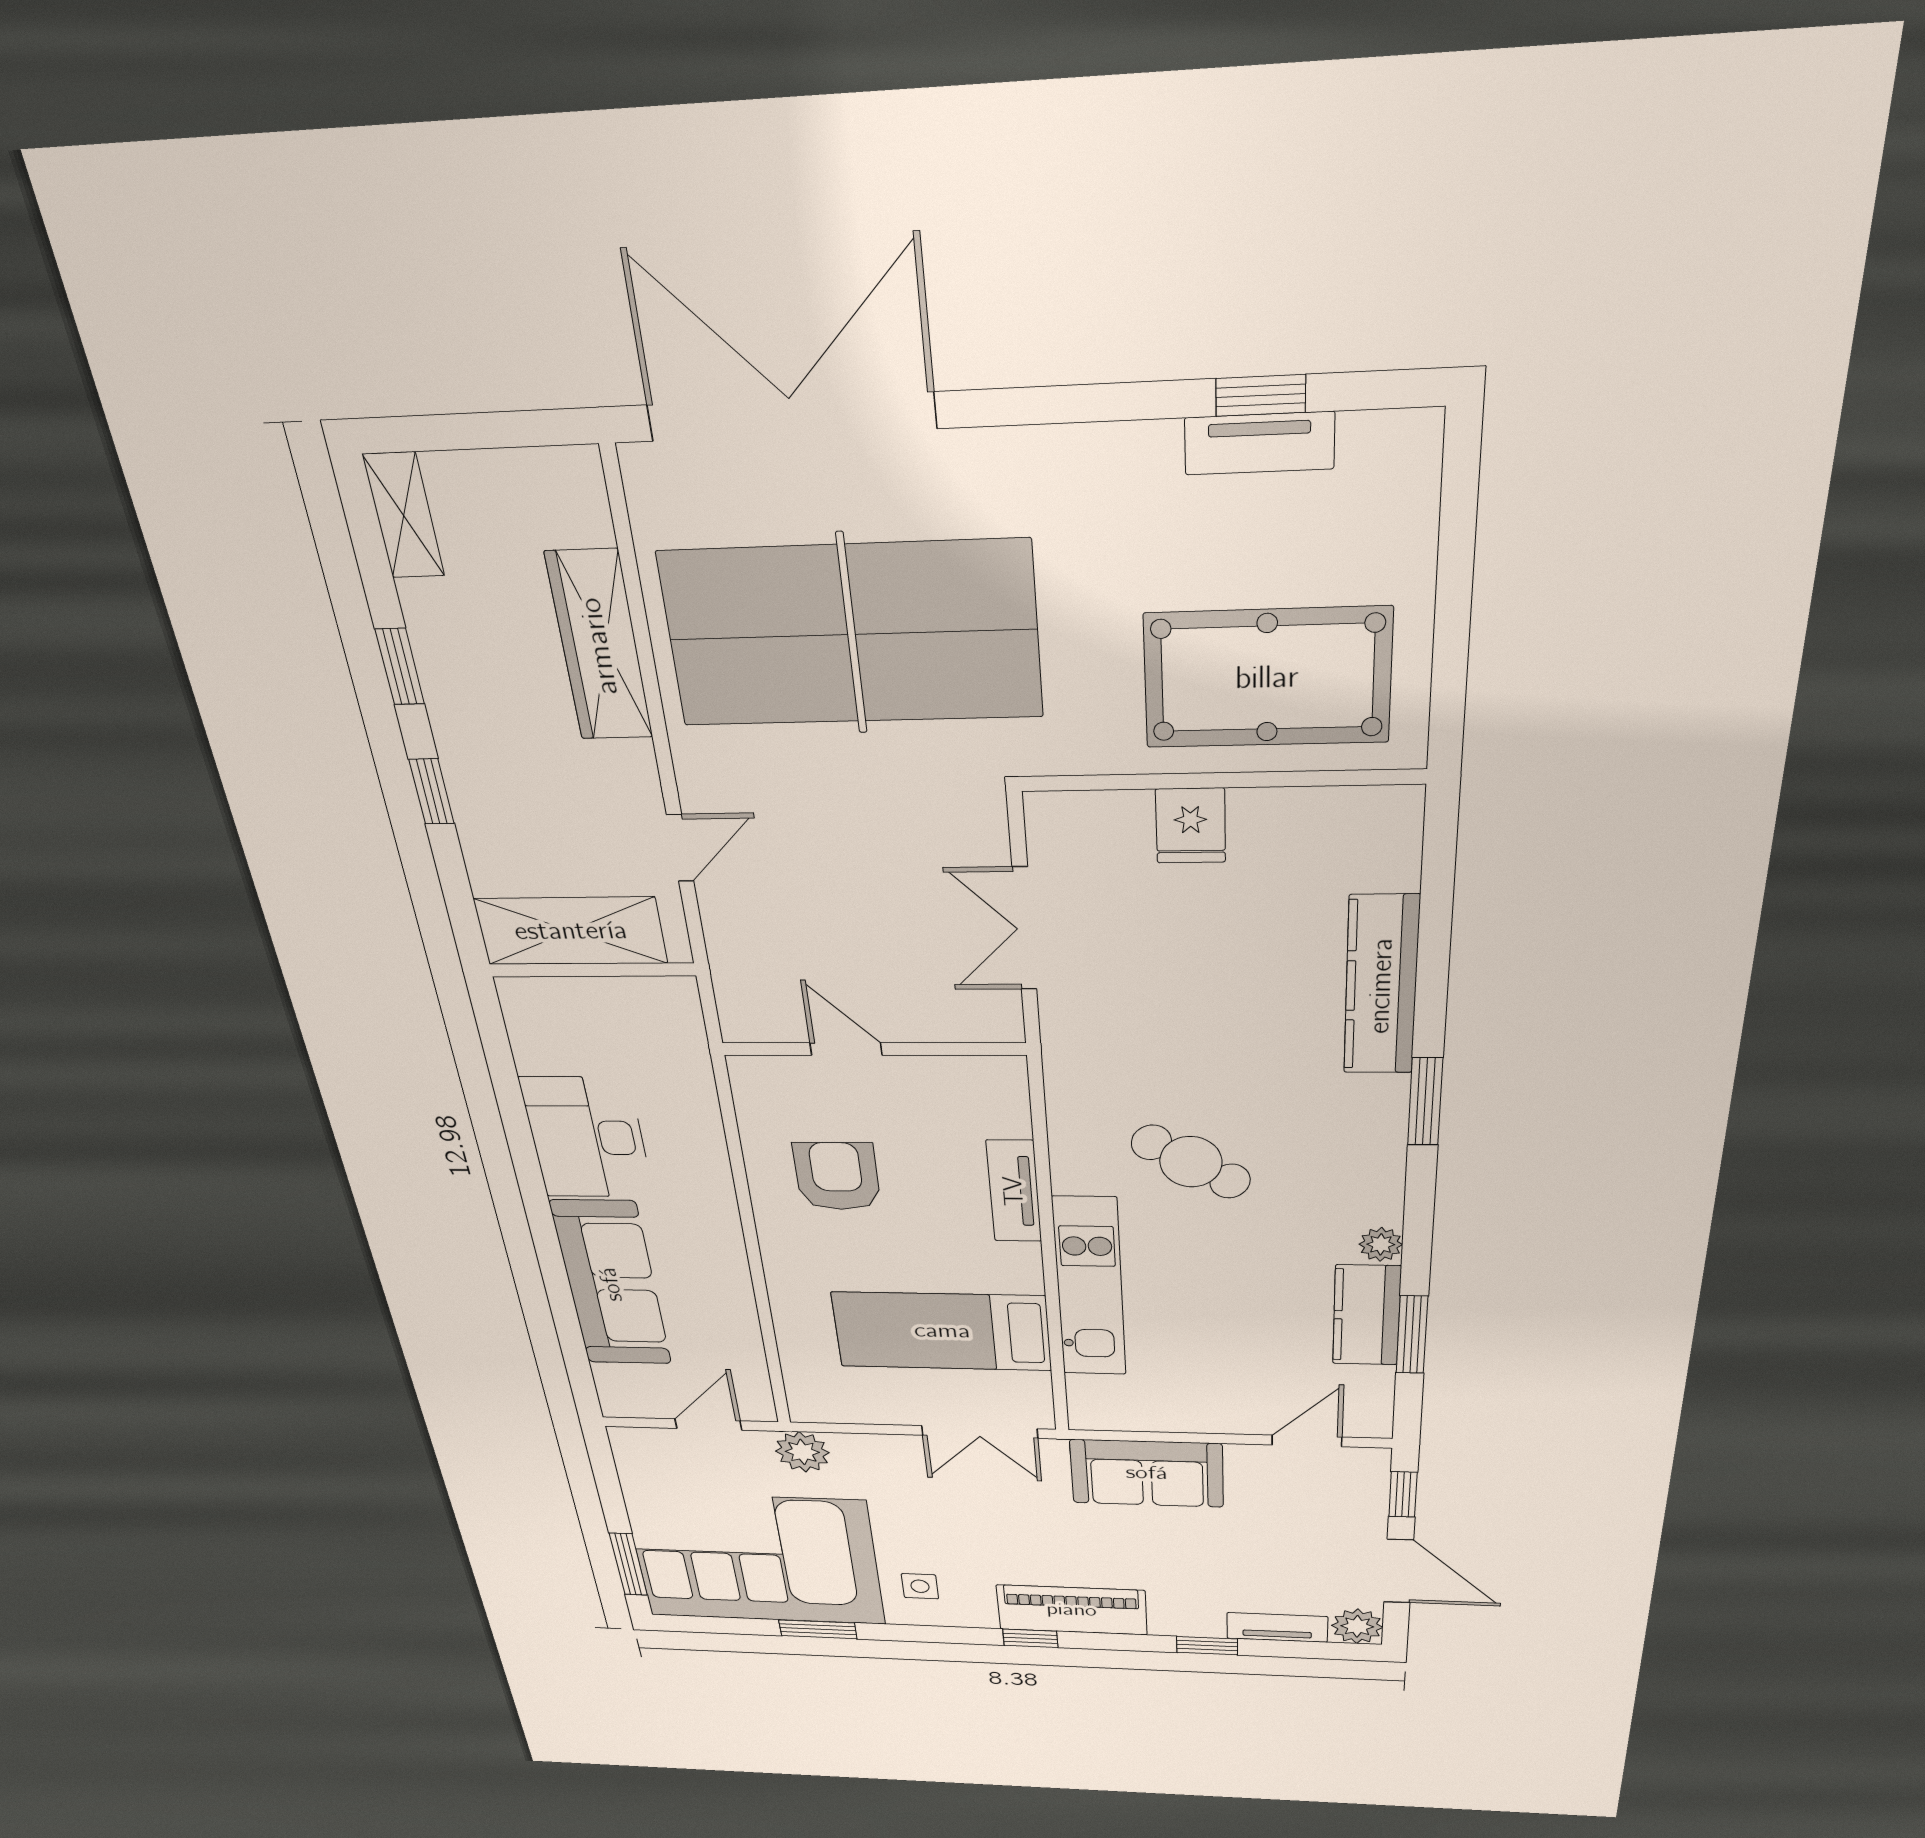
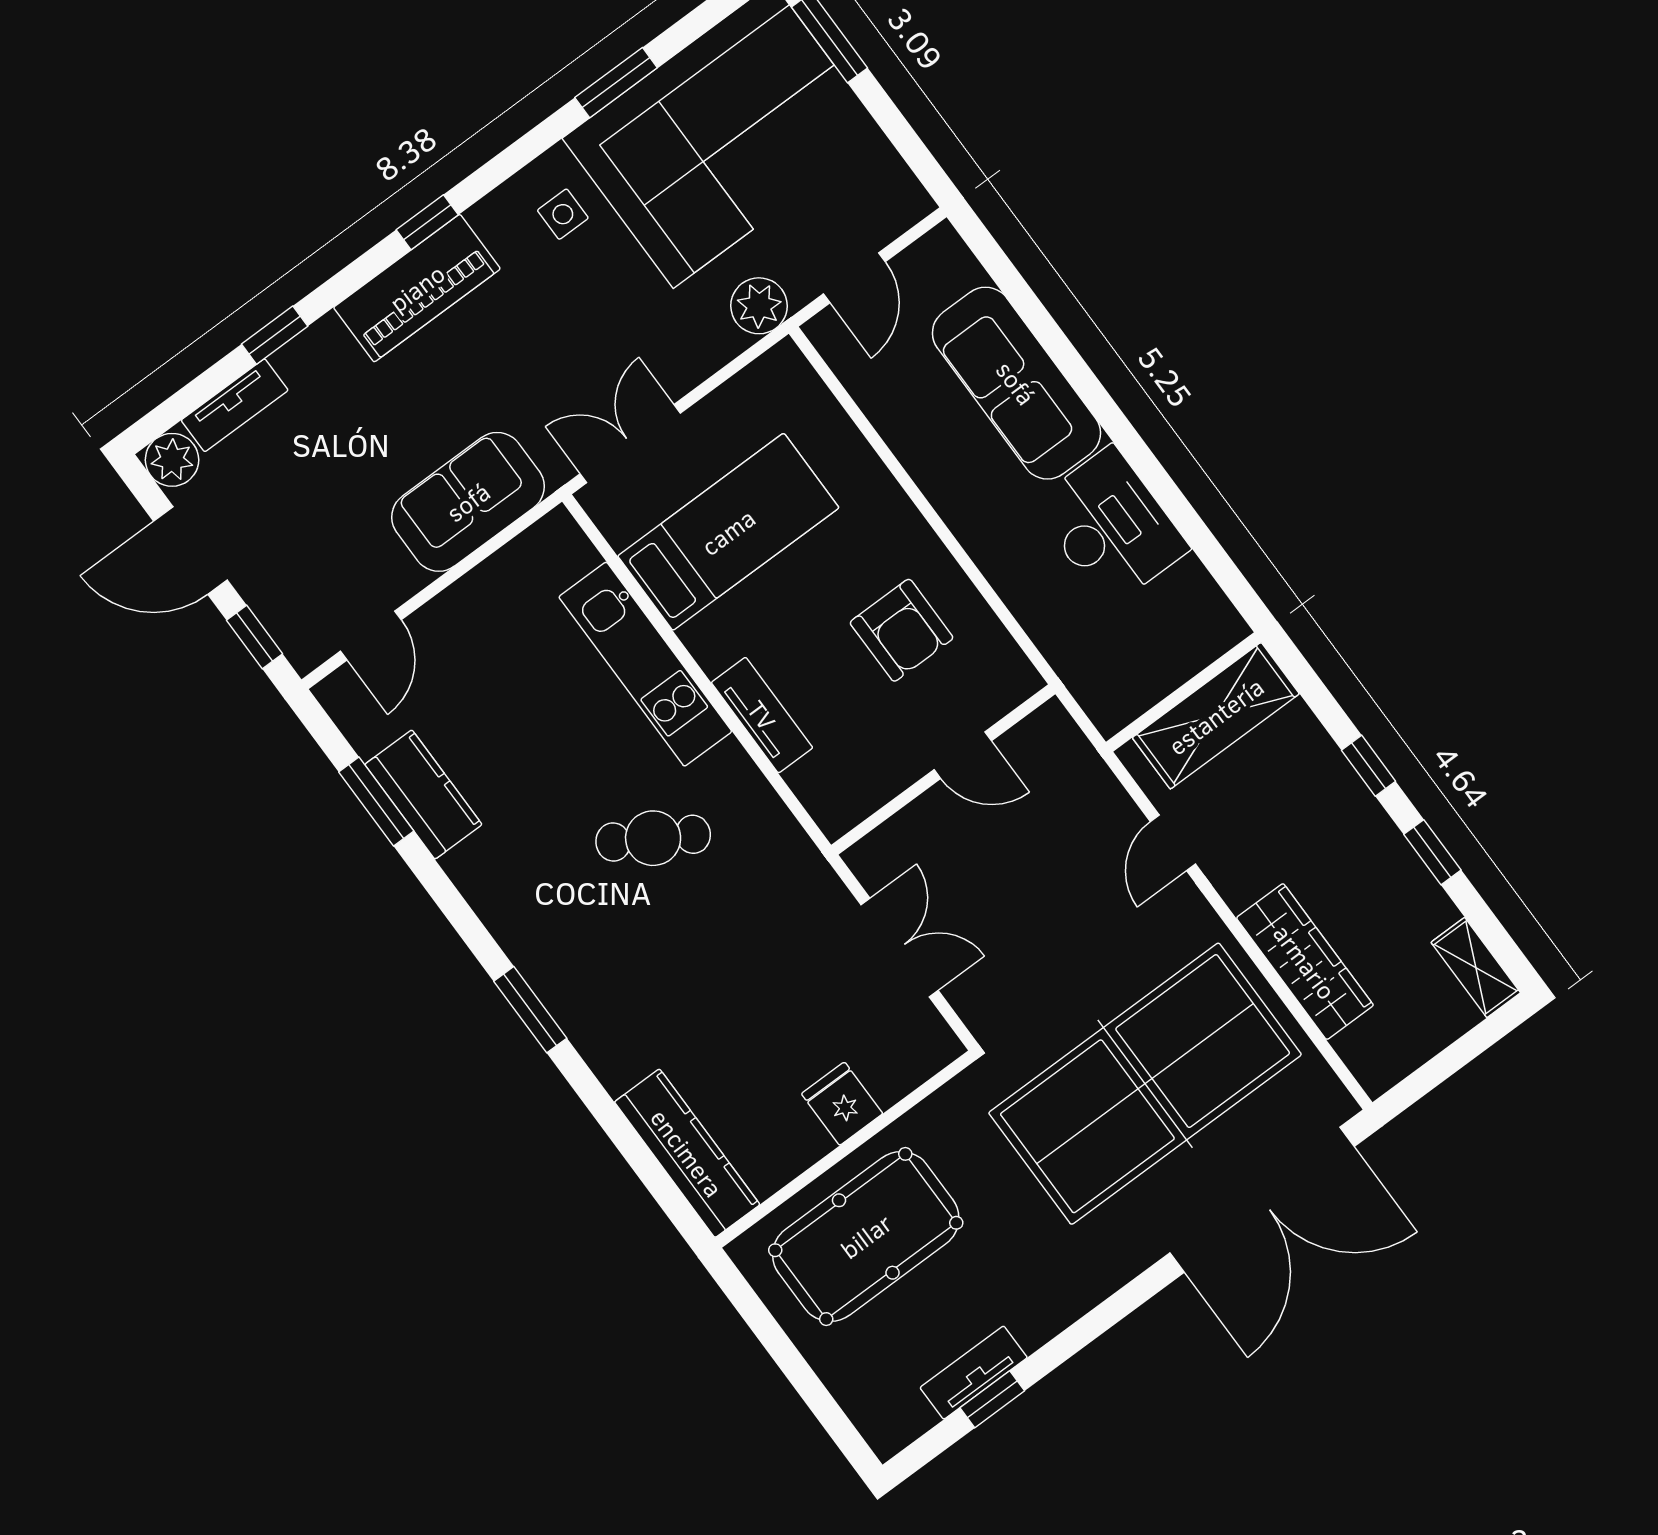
kitchen counter: (1381, 986) -> (687, 1153), moved
plant: (1381, 1244) -> (464, 867), removed

